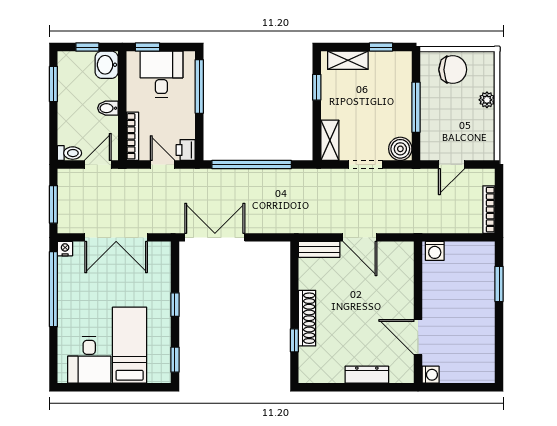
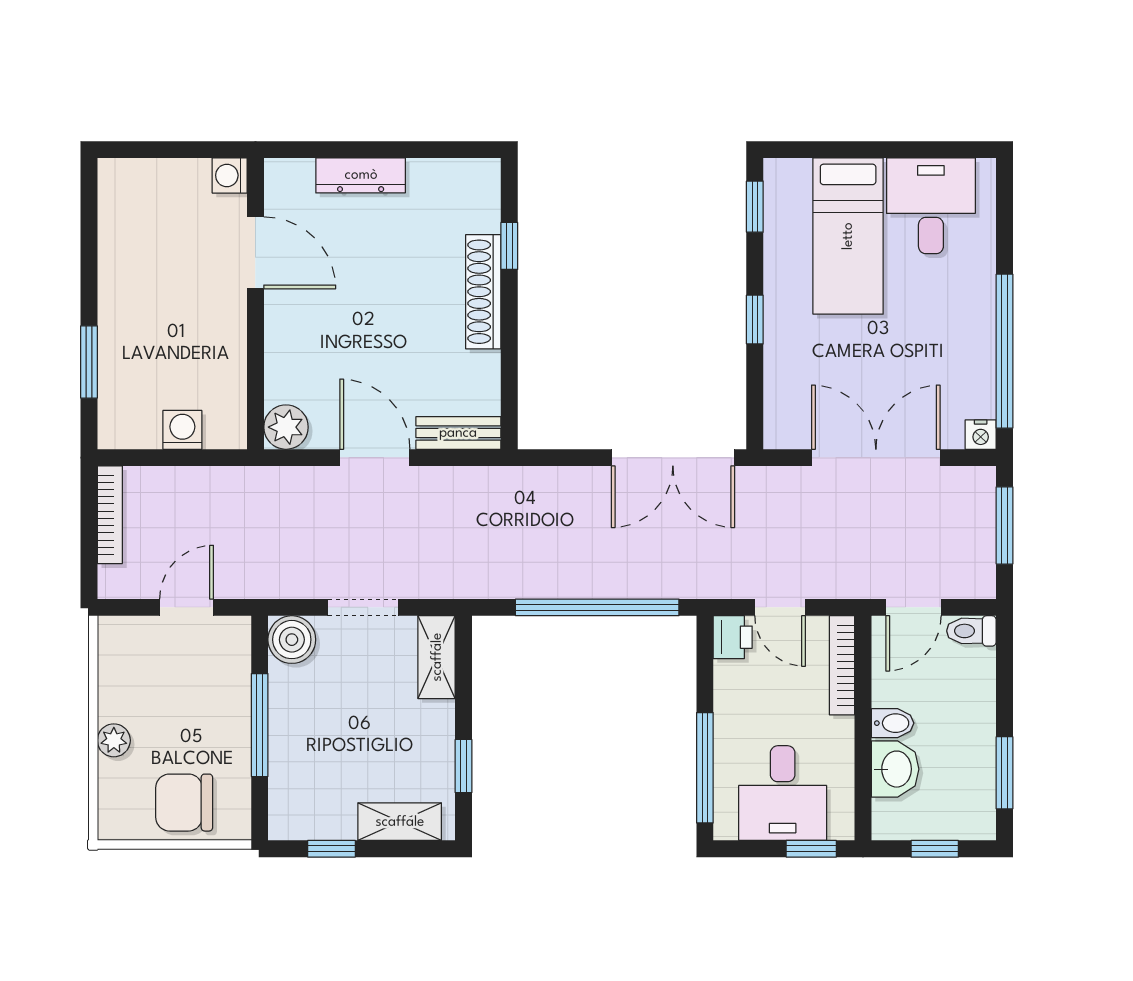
washbasin: (107, 65) -> (895, 769), moved
washing machine: (435, 251) -> (182, 430), moved
plant: (403, 252) -> (286, 427), added

